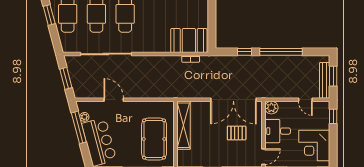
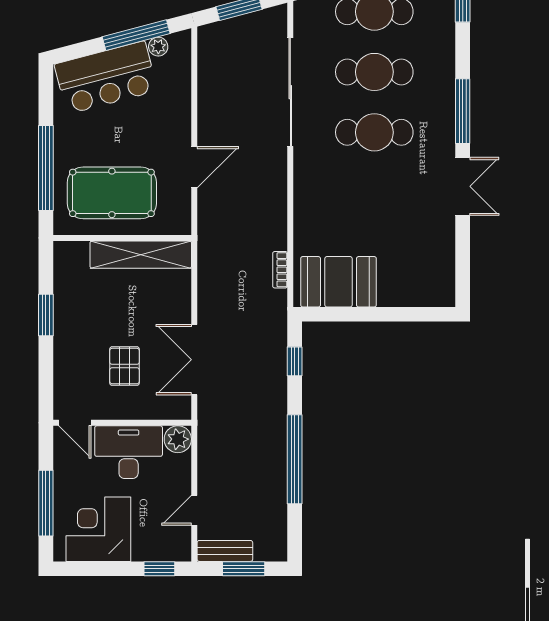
booth: (189, 41) -> (338, 282), moved, turned 90
window: (245, 52) -> (295, 361), moved
bench: (325, 80) -> (225, 551), width x0.73
door: (114, 100) -> (194, 167), moved
double door: (233, 100) -> (194, 360), width x0.73
desk: (278, 131) -> (129, 452), width x1.37

